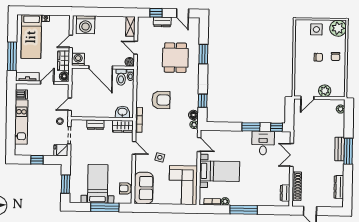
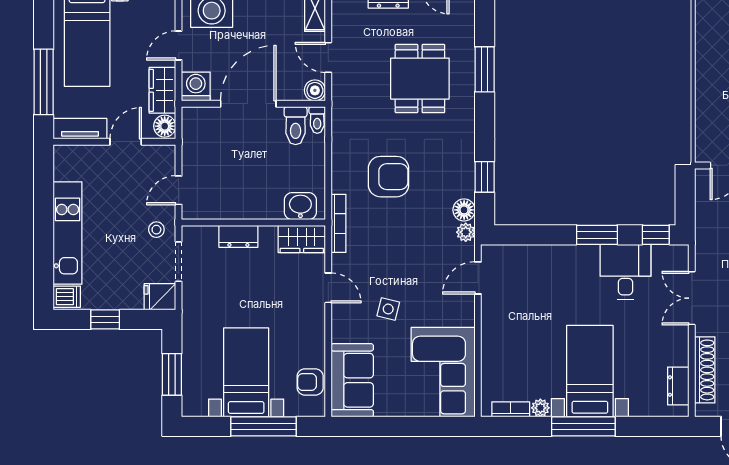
door: (101, 67) -> (248, 104), swing flipped
dishwasher: (21, 94) -> (67, 297), moved
door: (199, 145) -> (478, 278), swing flipped
bed with nightstands: (220, 171) -> (590, 371), moved, turned -90

